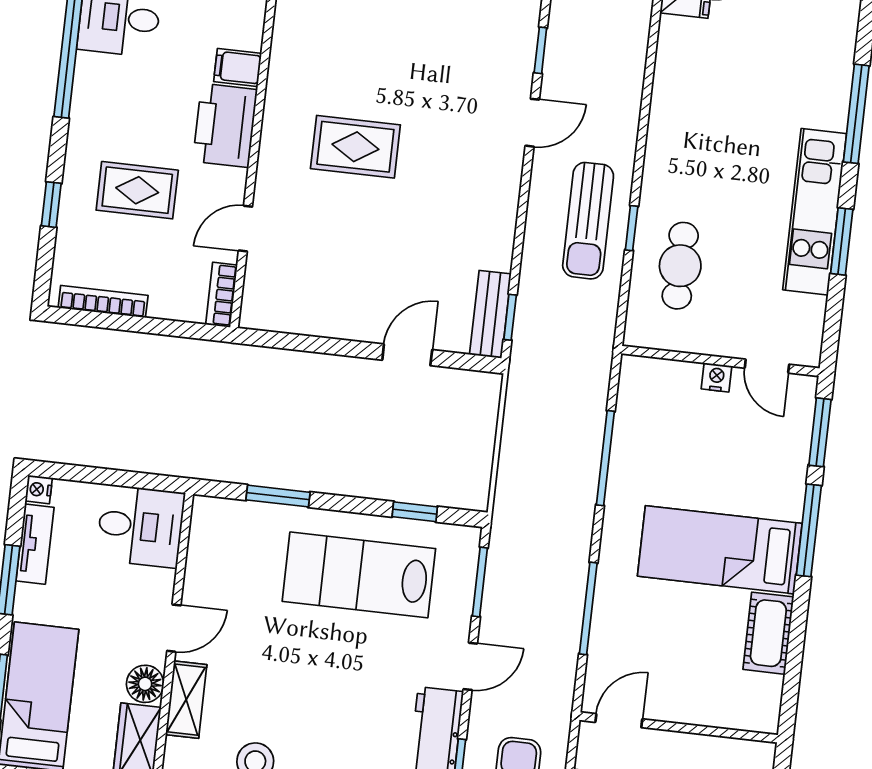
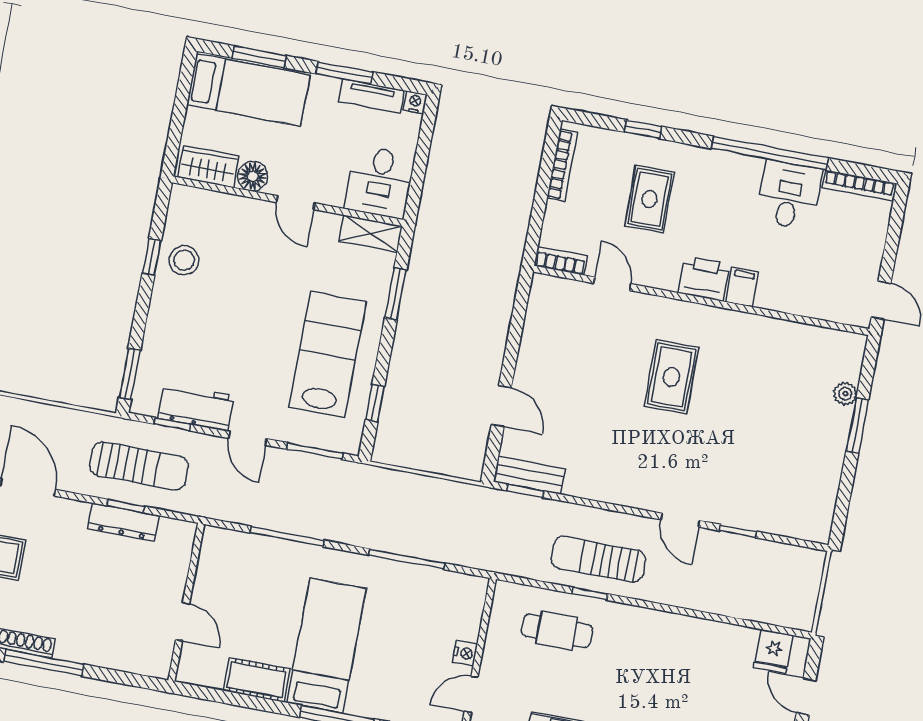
printer: (225, 125) -> (704, 279), width x0.73, depth x0.84
shelving: (186, 700) -> (371, 234), moved
door: (619, 721) -> (183, 622), moved

